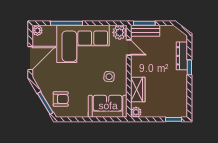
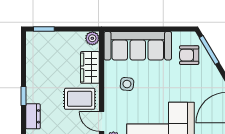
dresser: (182, 56) -> (33, 116), width x0.70
rug: (146, 65) -> (80, 99), added
sofa: (108, 106) -> (138, 46), width x1.36

